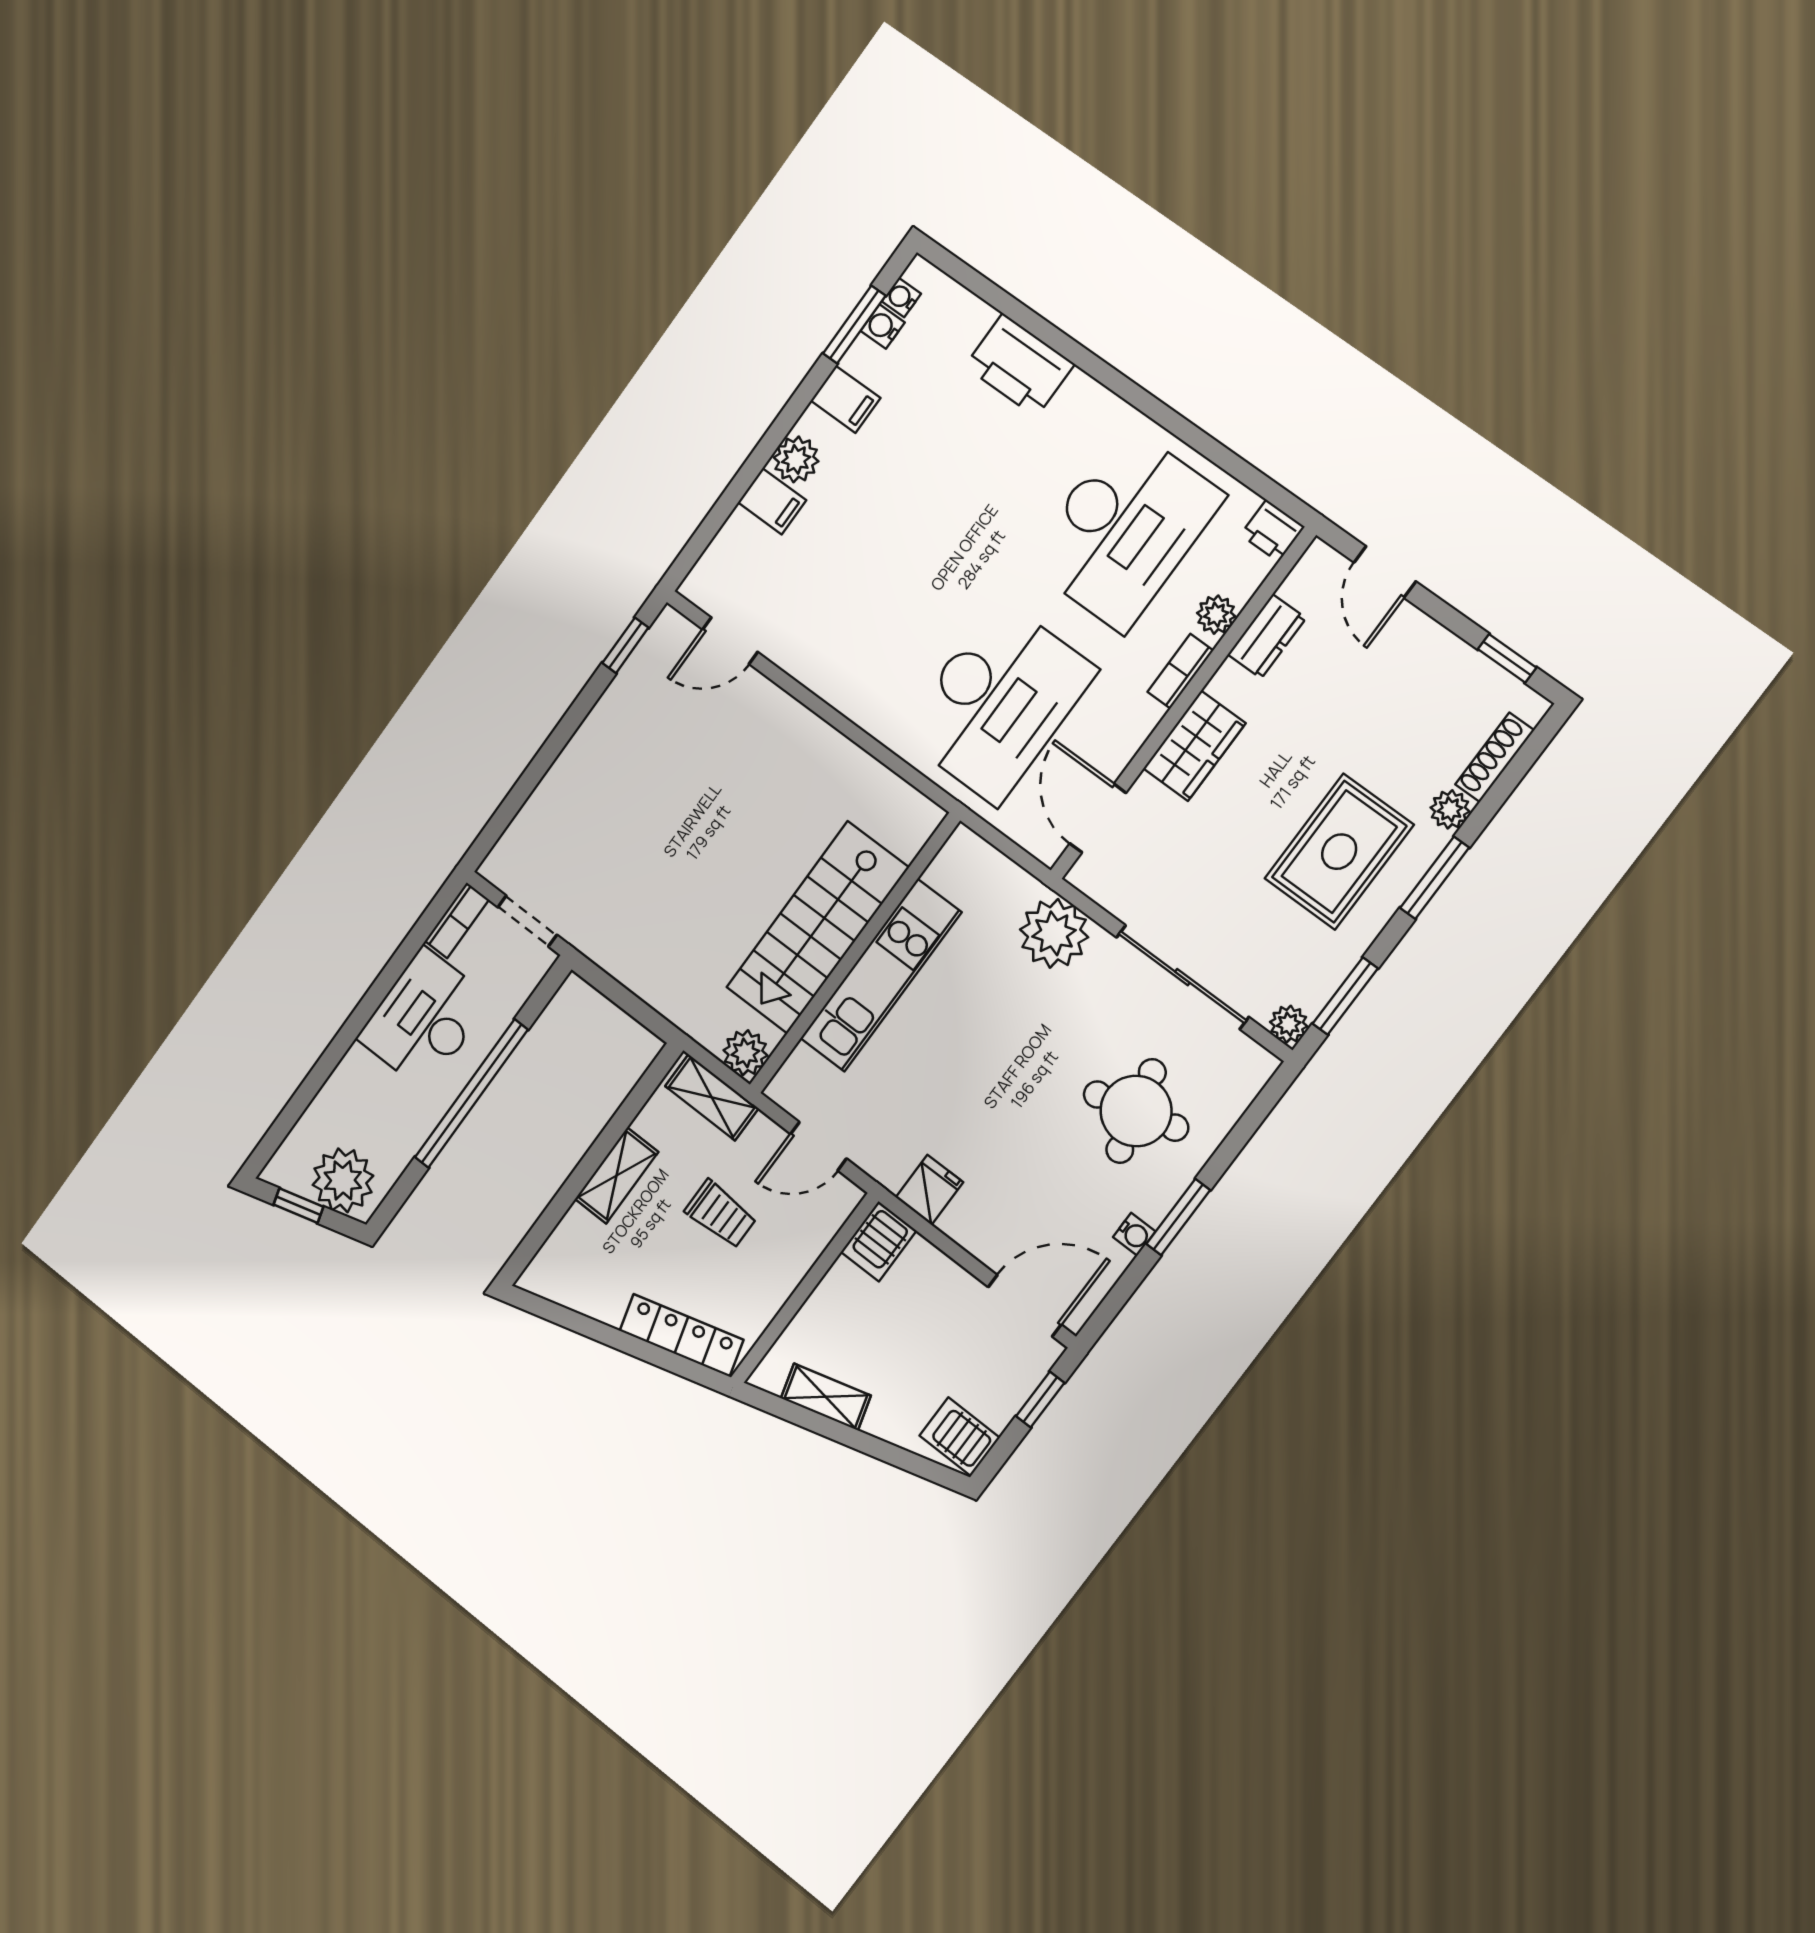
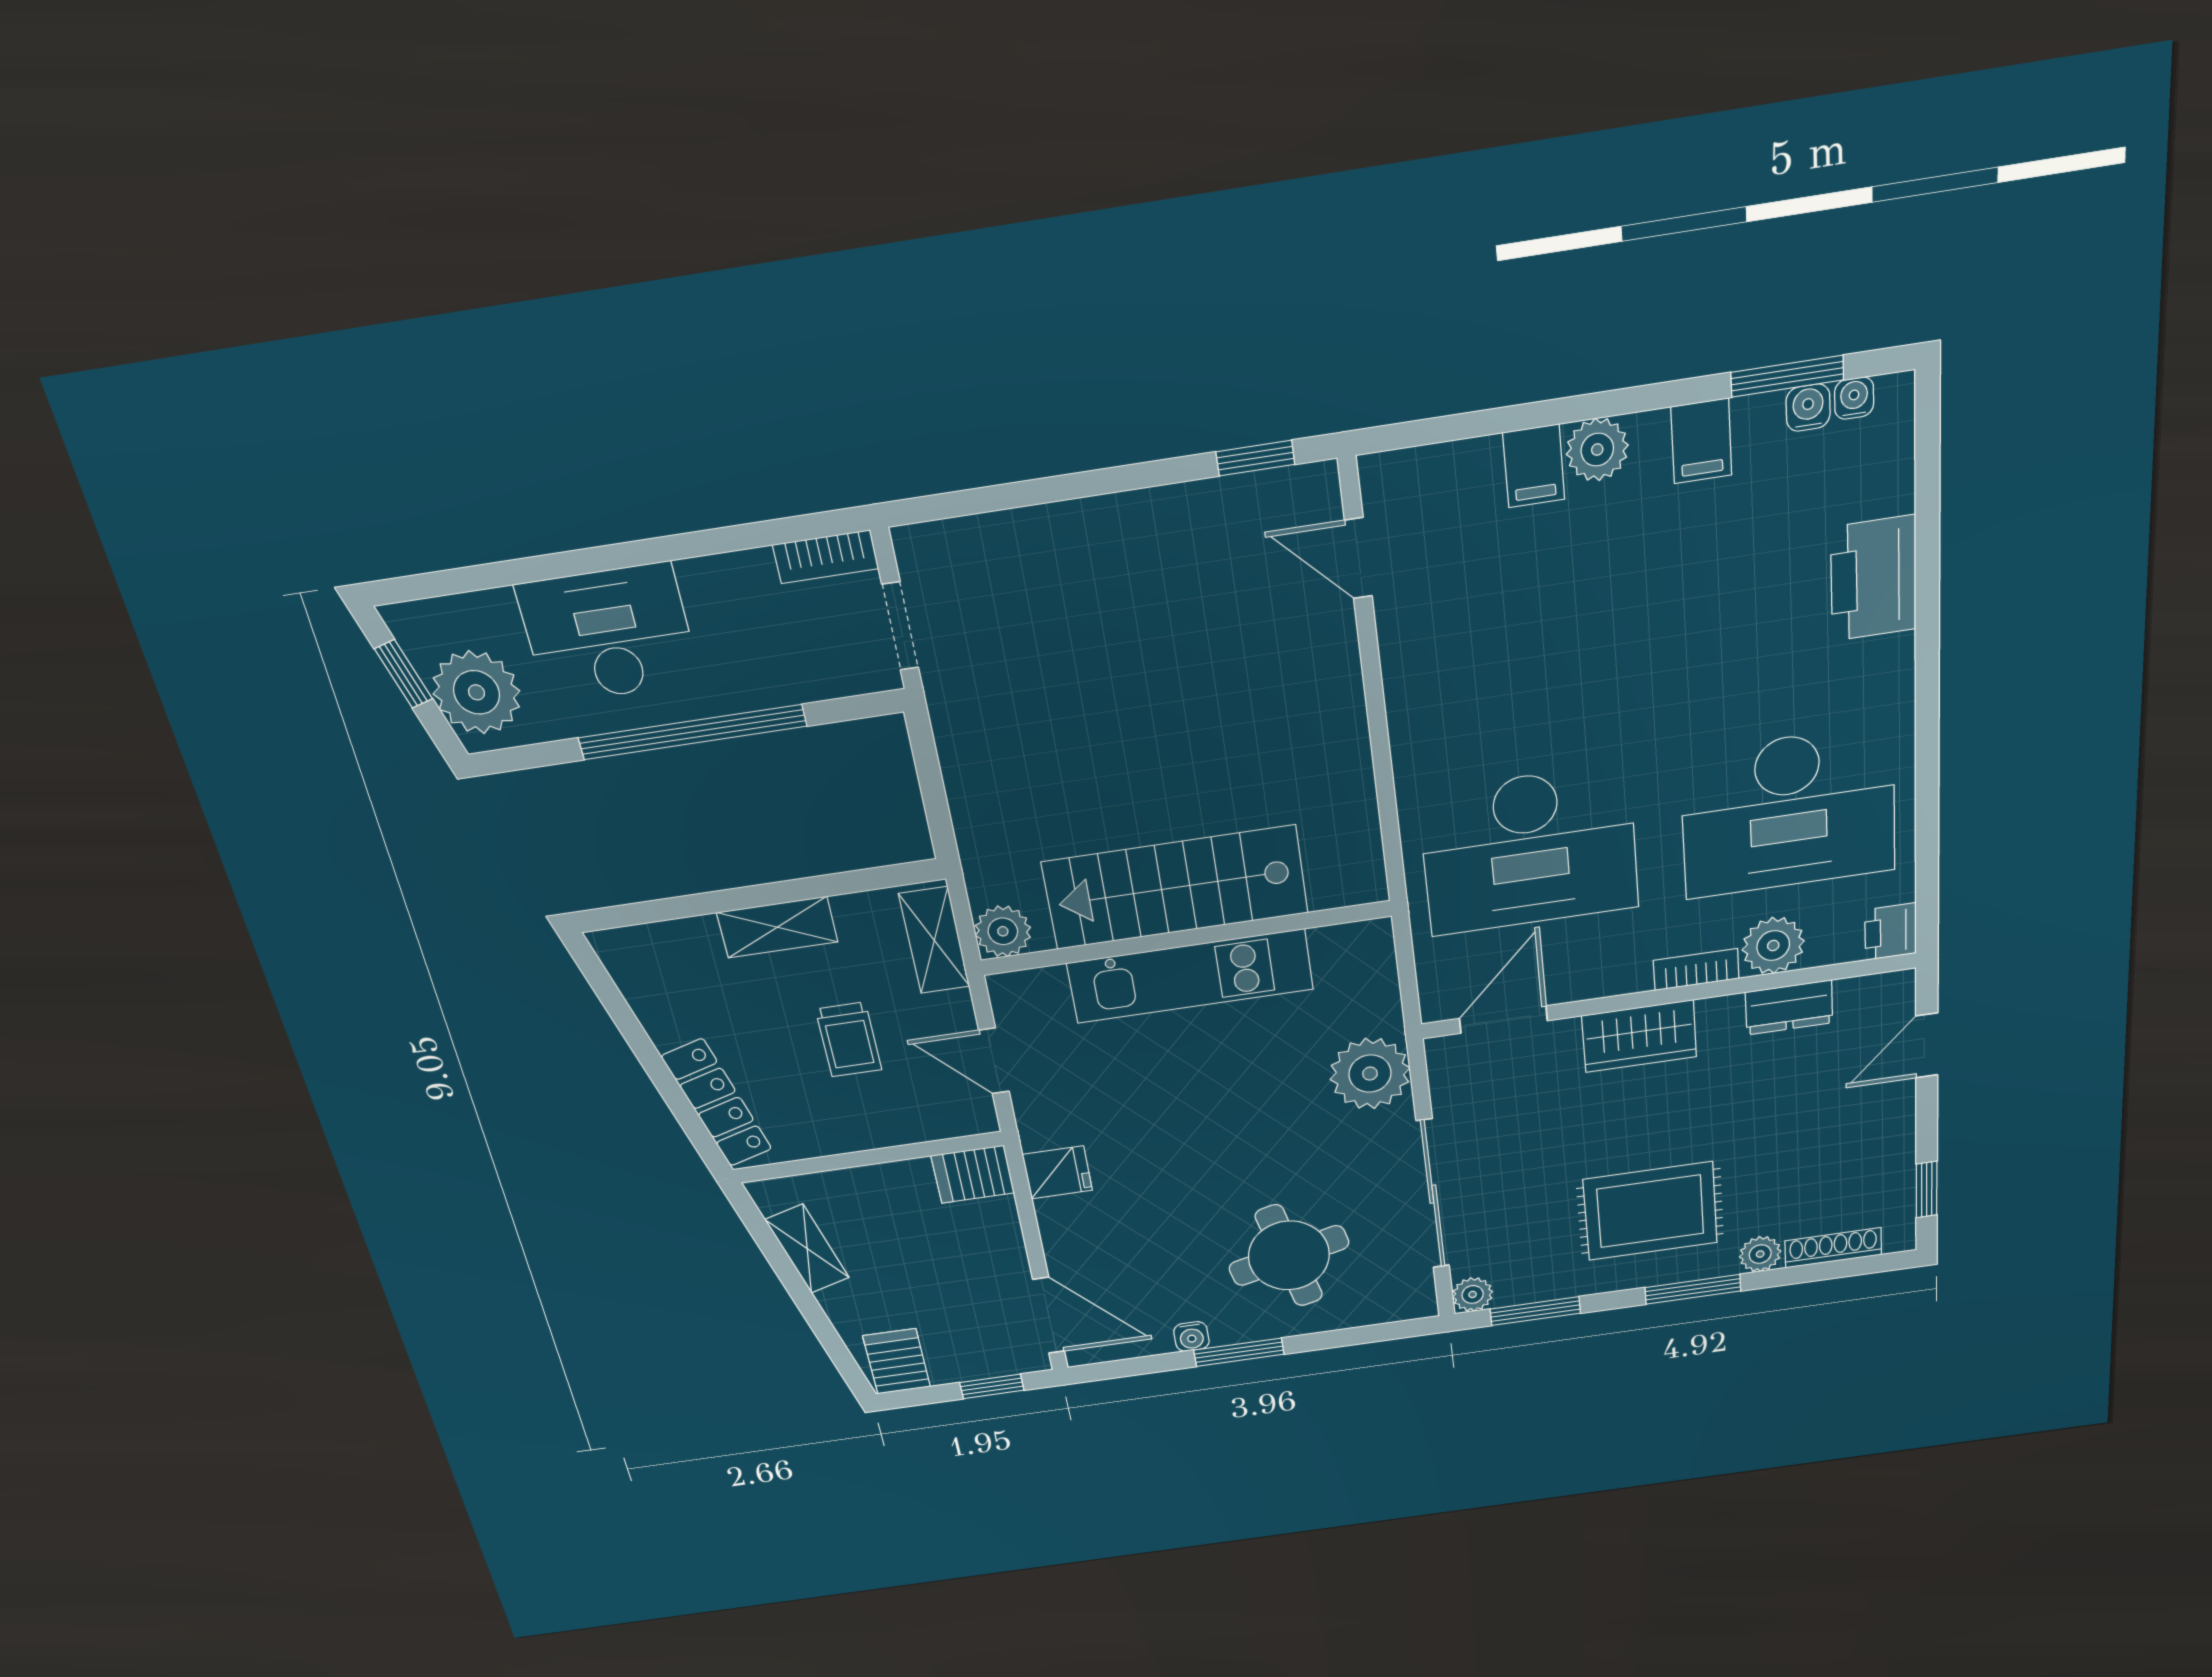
plant: (1216, 615) -> (1773, 945), width x1.38, depth x1.38
desk: (424, 1019) -> (608, 634), moved

